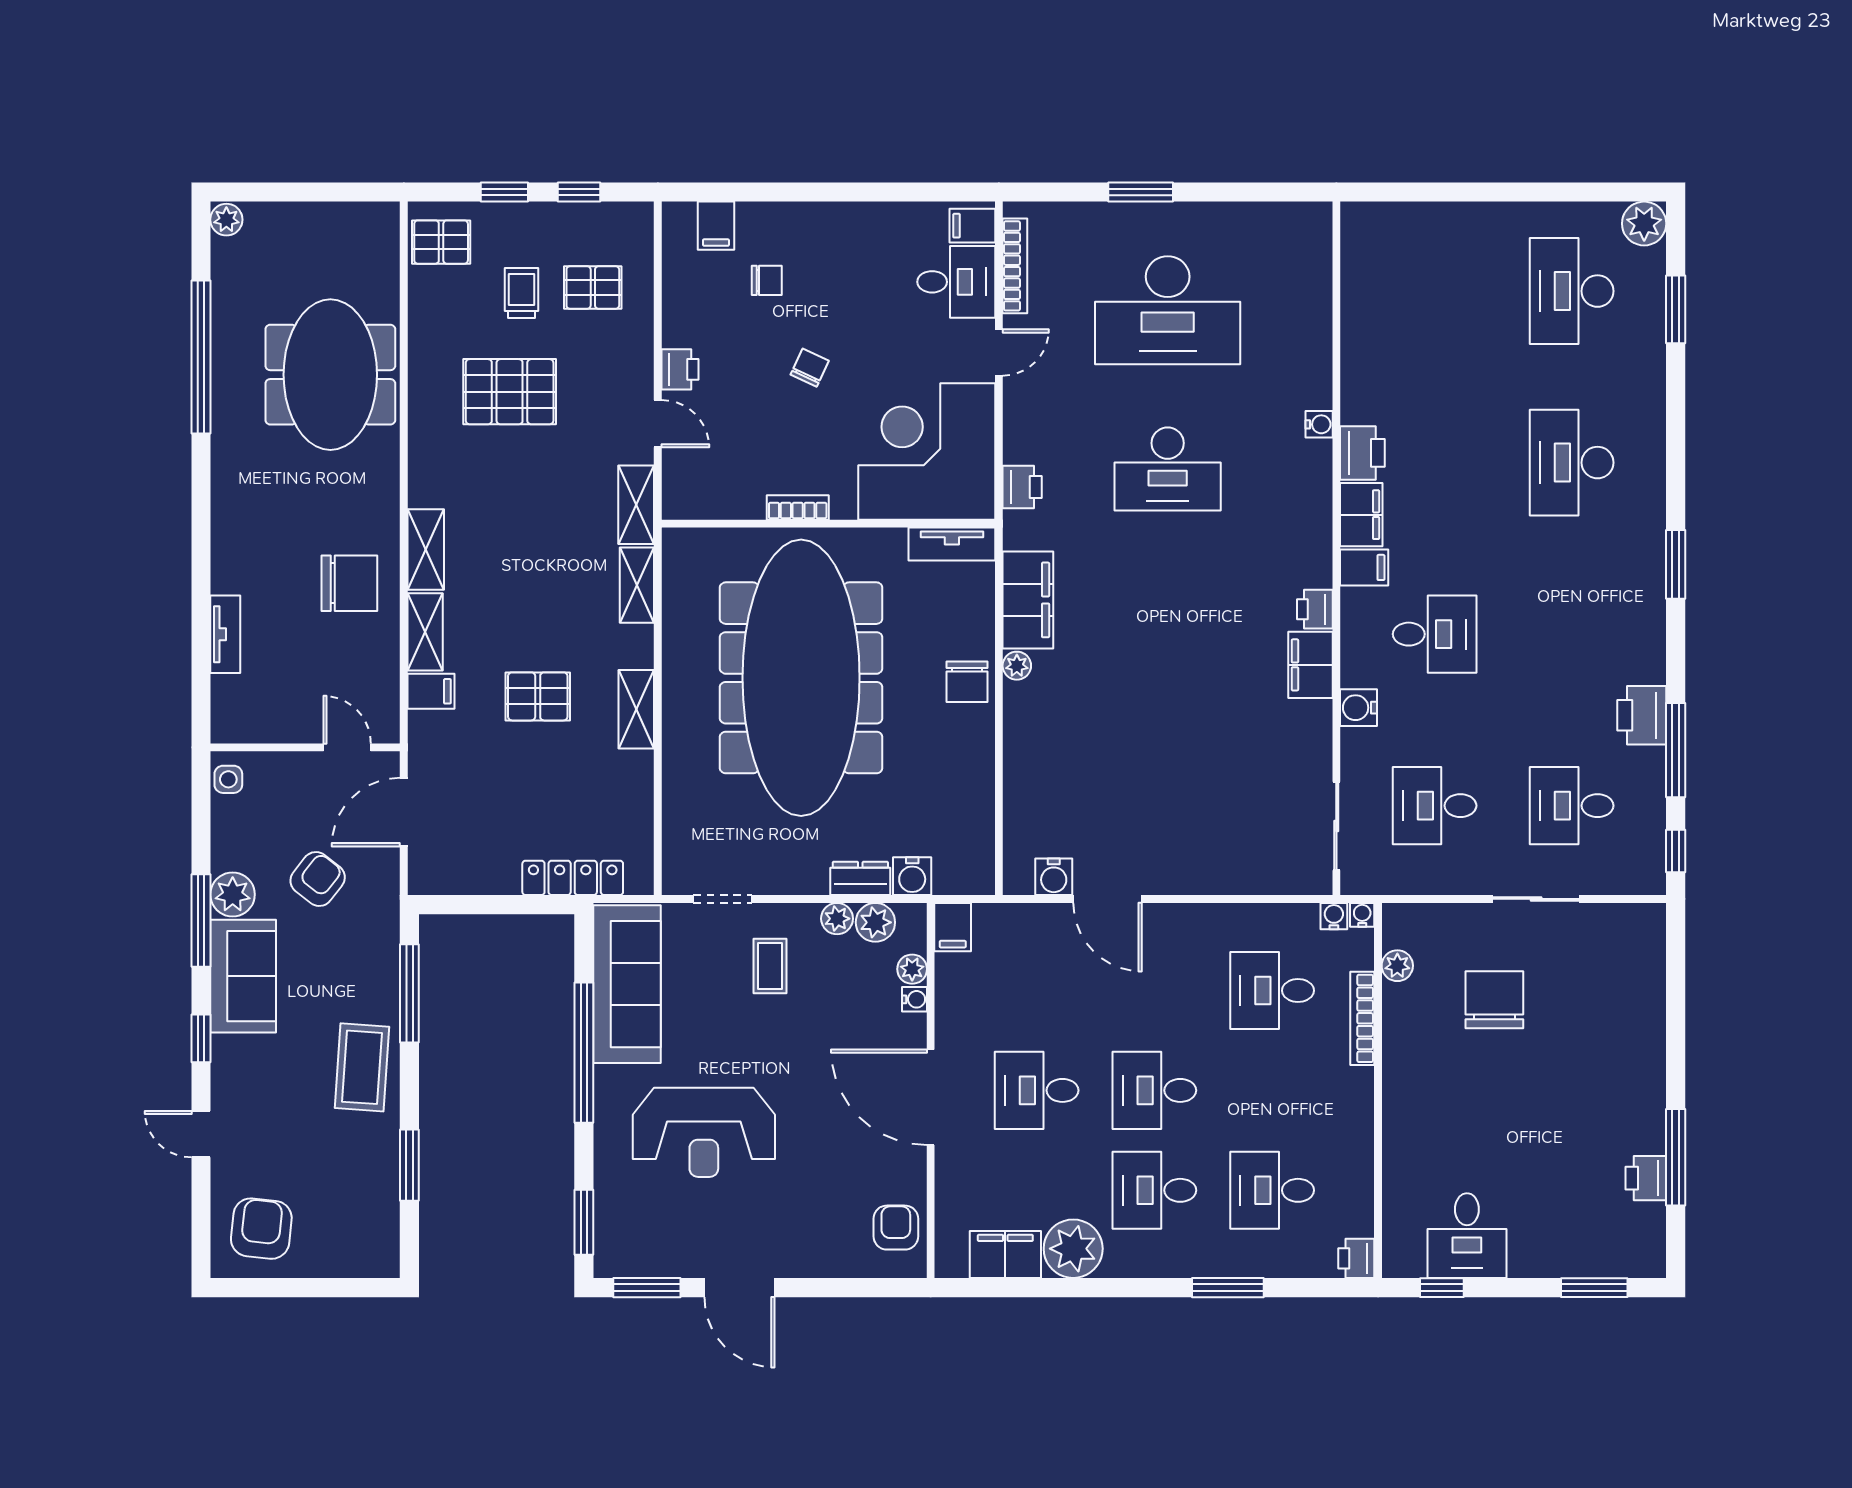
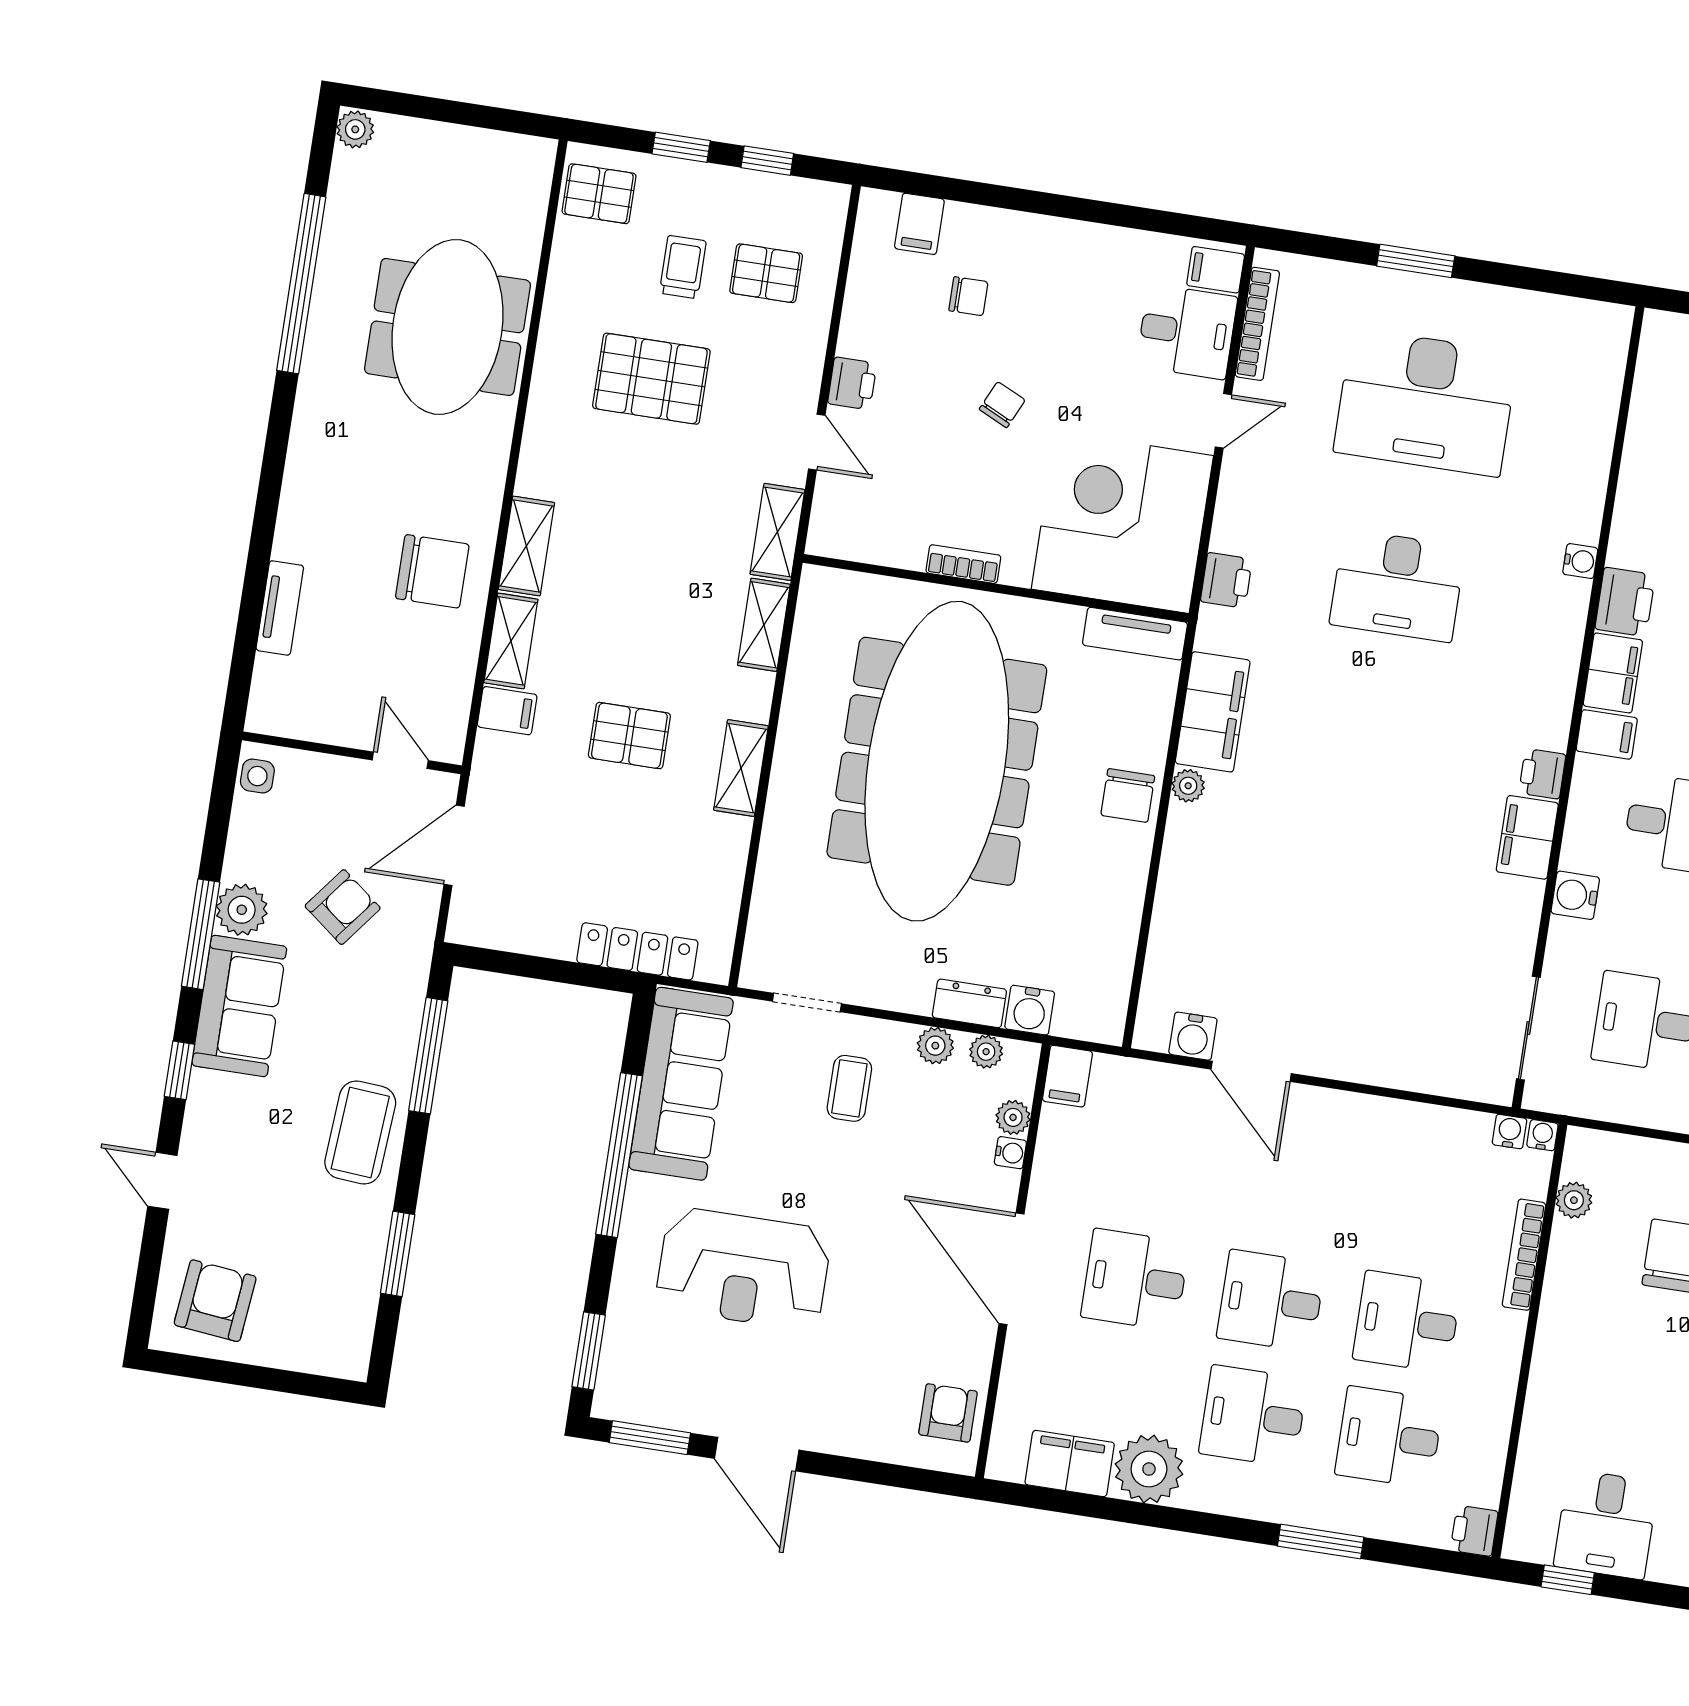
plant: (875, 922) -> (986, 1052), width x0.73, depth x0.73
desk: (1272, 991) -> (1407, 1322), moved

